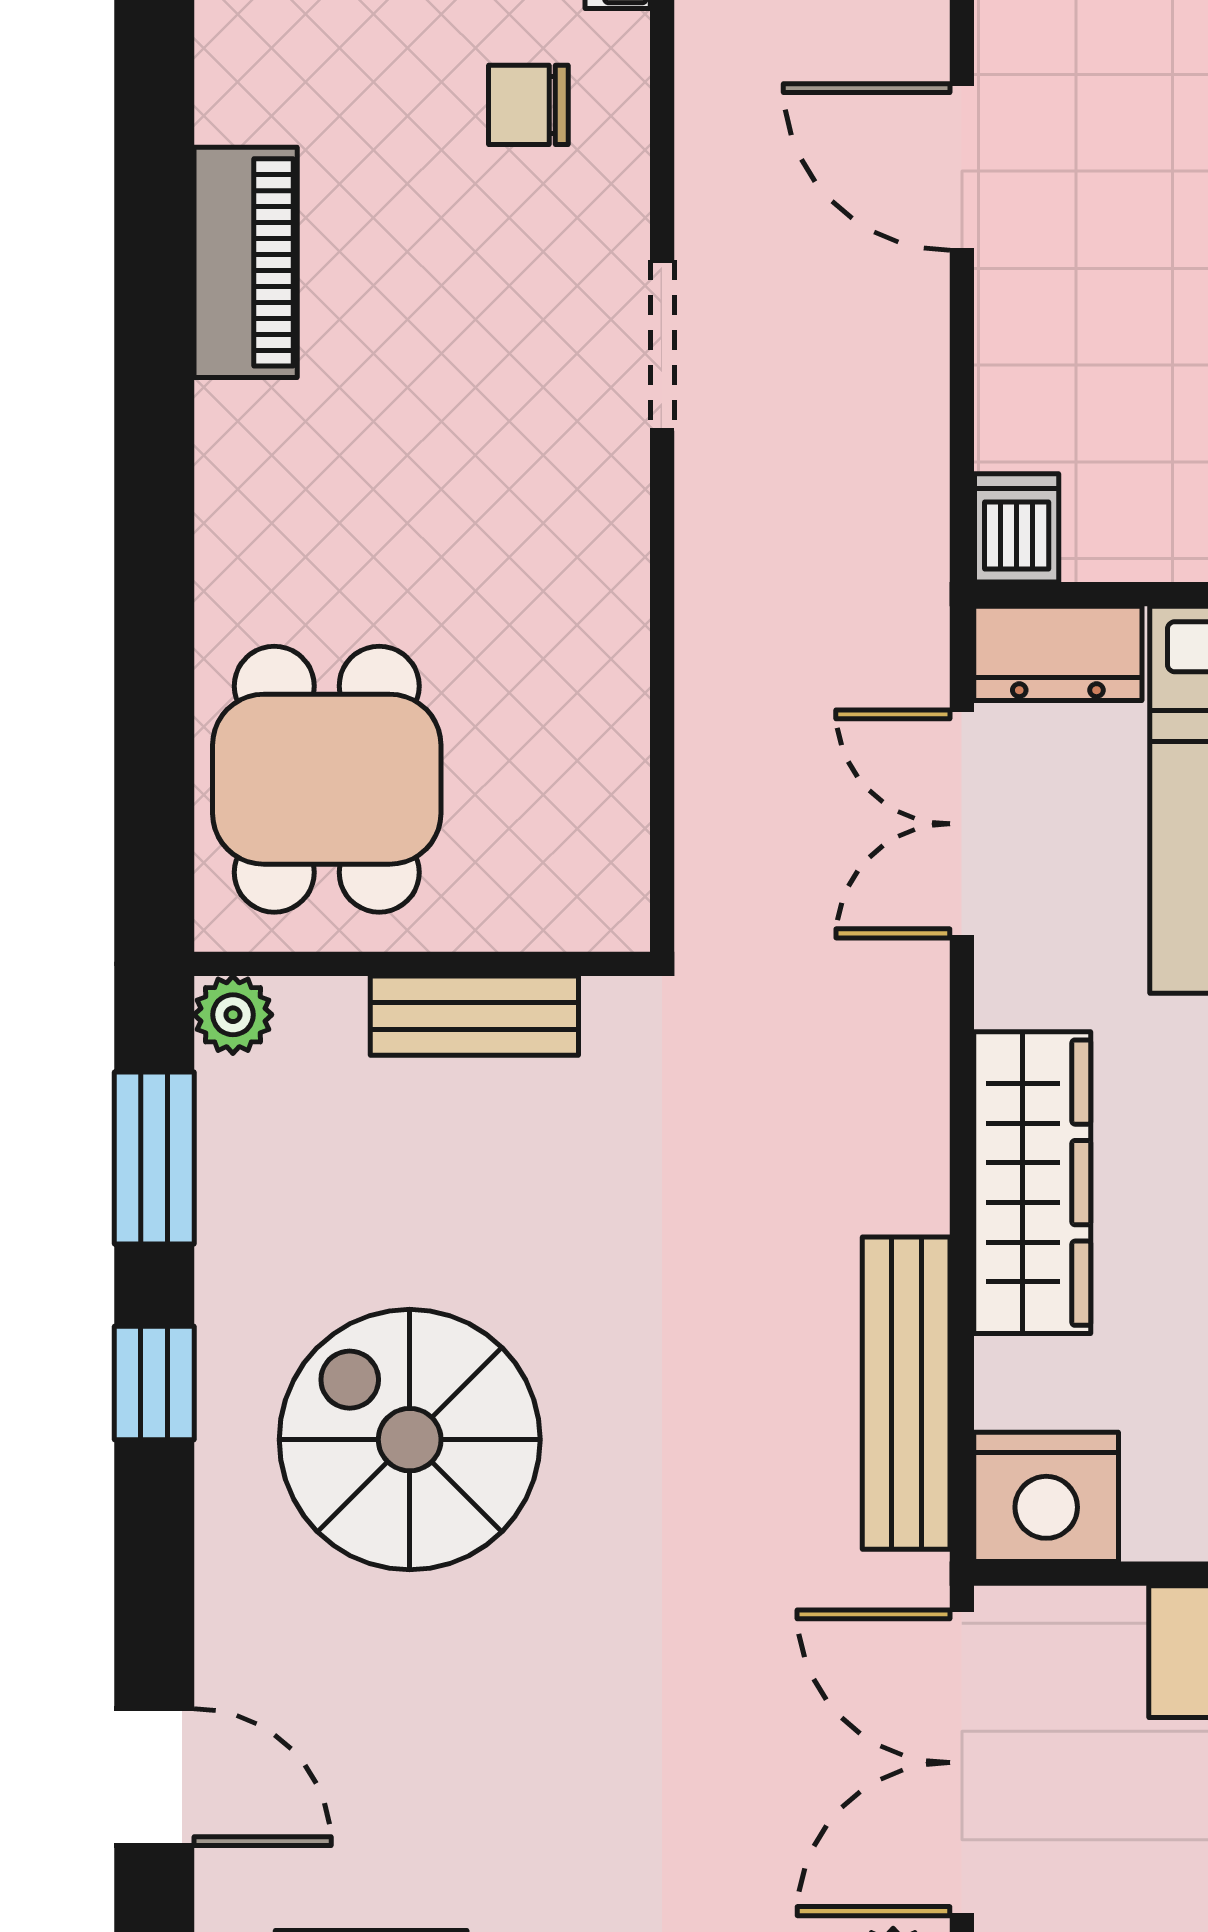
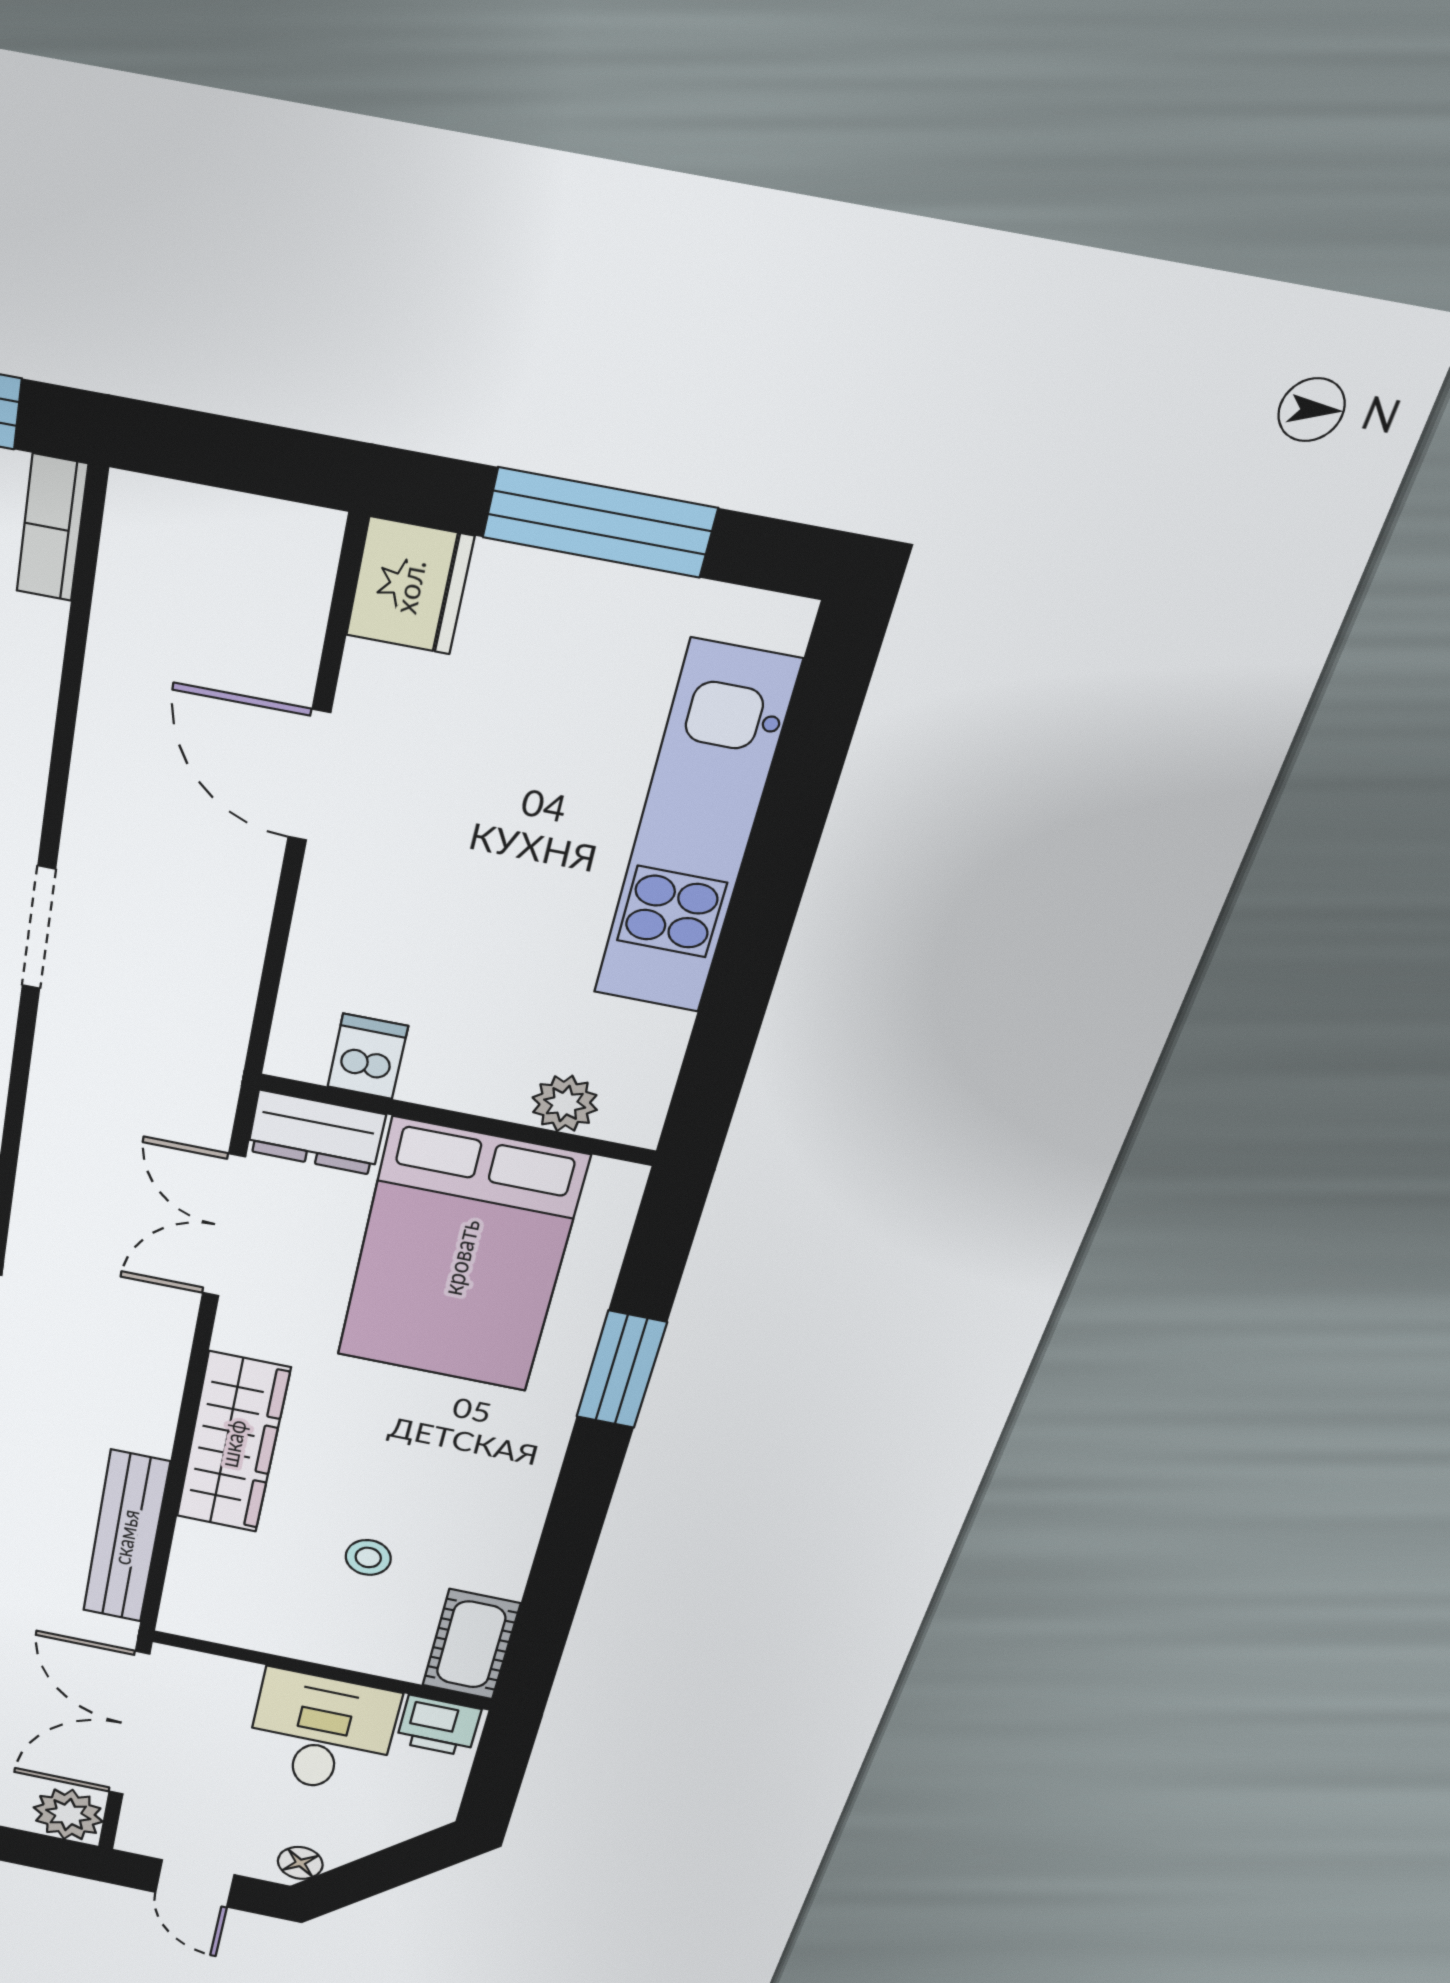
doorway: (662, 346) -> (39, 928), moved
dishwasher: (1017, 528) -> (368, 1056), moved
nightstand: (1046, 1497) -> (209, 1608), removed

